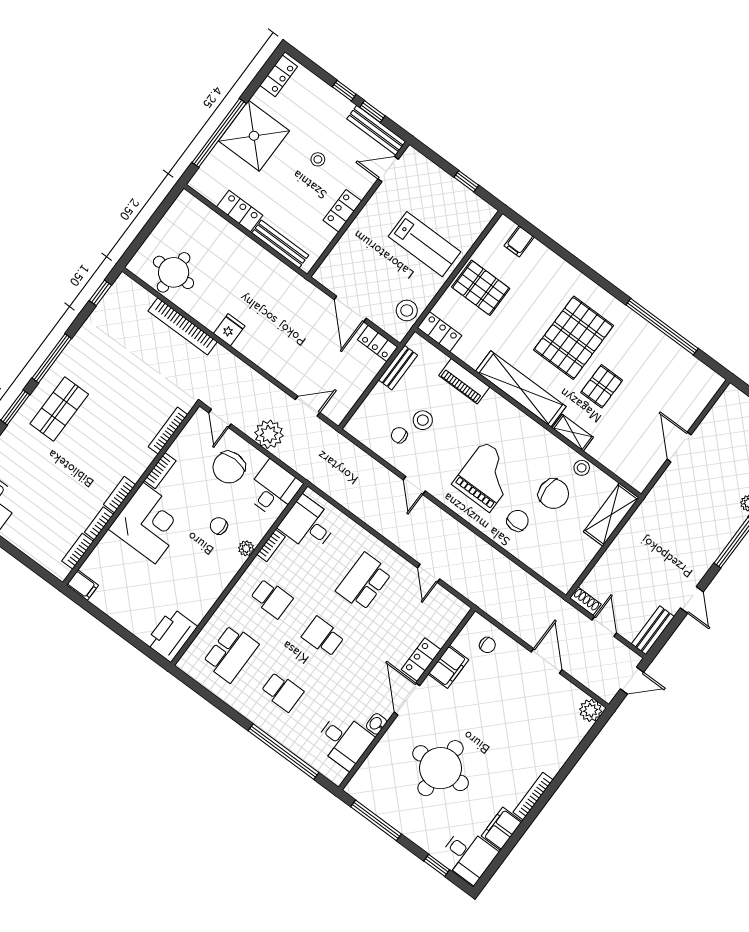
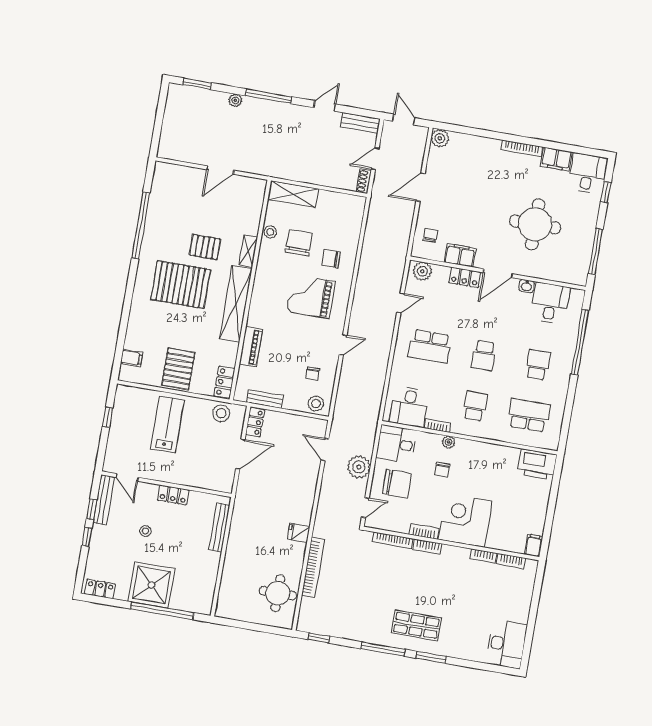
locker: (240, 211) -> (210, 568), removed
stool: (423, 420) -> (316, 404), moved
bookcase: (120, 495) -> (427, 547), moved
plant: (452, 616) -> (422, 271), added

